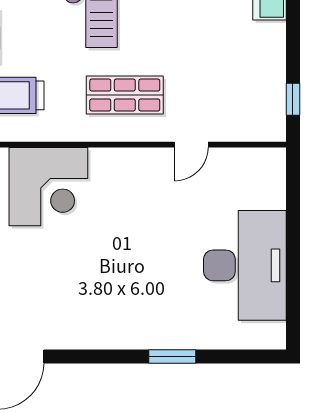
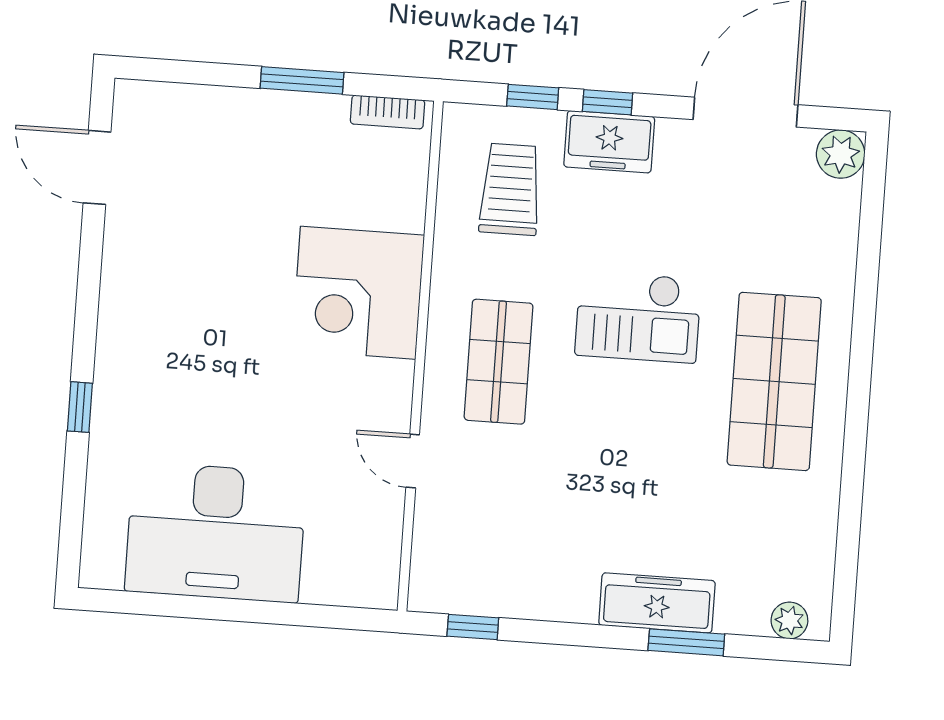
corner desk: (48, 187) -> (358, 293), moved
window: (172, 356) -> (80, 407), width x0.67

